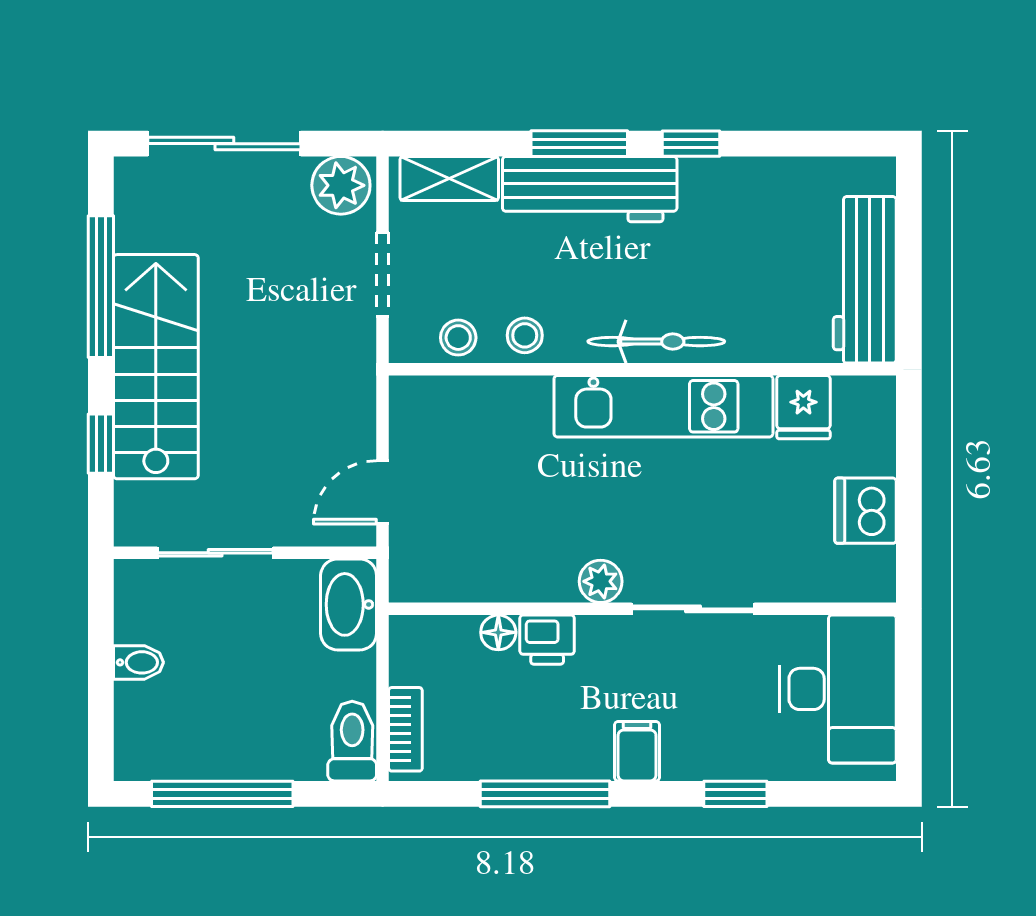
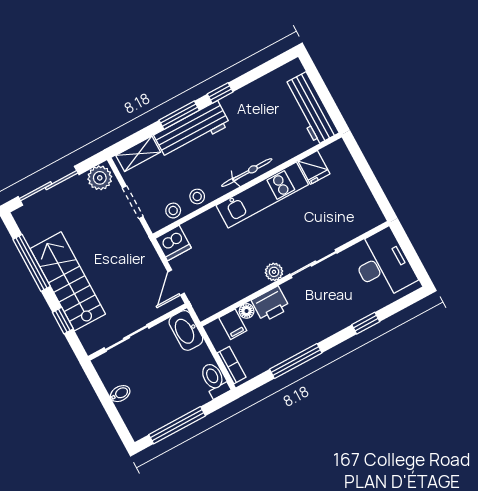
dishwasher: (866, 511) -> (173, 243), moved, turned -90
printer: (547, 640) -> (271, 304), width x1.36, depth x1.24
filing cabinet: (637, 751) -> (233, 324), moved, turned 180

